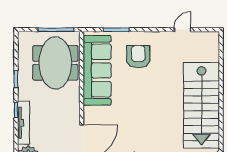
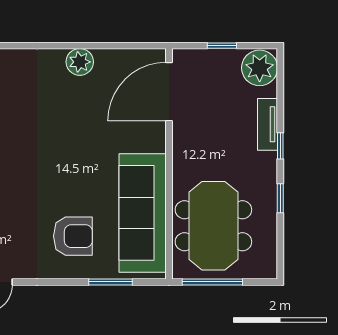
armchair: (138, 57) -> (73, 236), turned -90
tv unit: (23, 123) -> (268, 124), width x0.71

